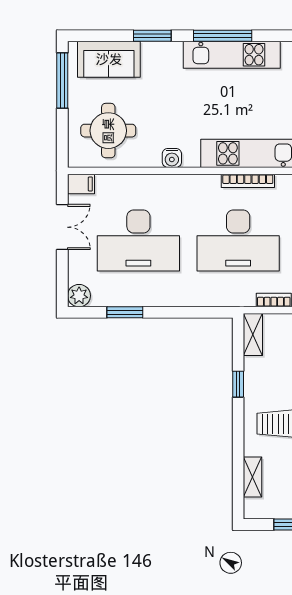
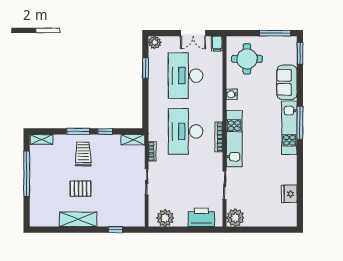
window: (152, 36) -> (300, 53), moved
sofa: (109, 59) -> (287, 82), moved
window: (238, 432) -> (78, 131), added
shelving: (253, 477) -> (42, 139), moved

